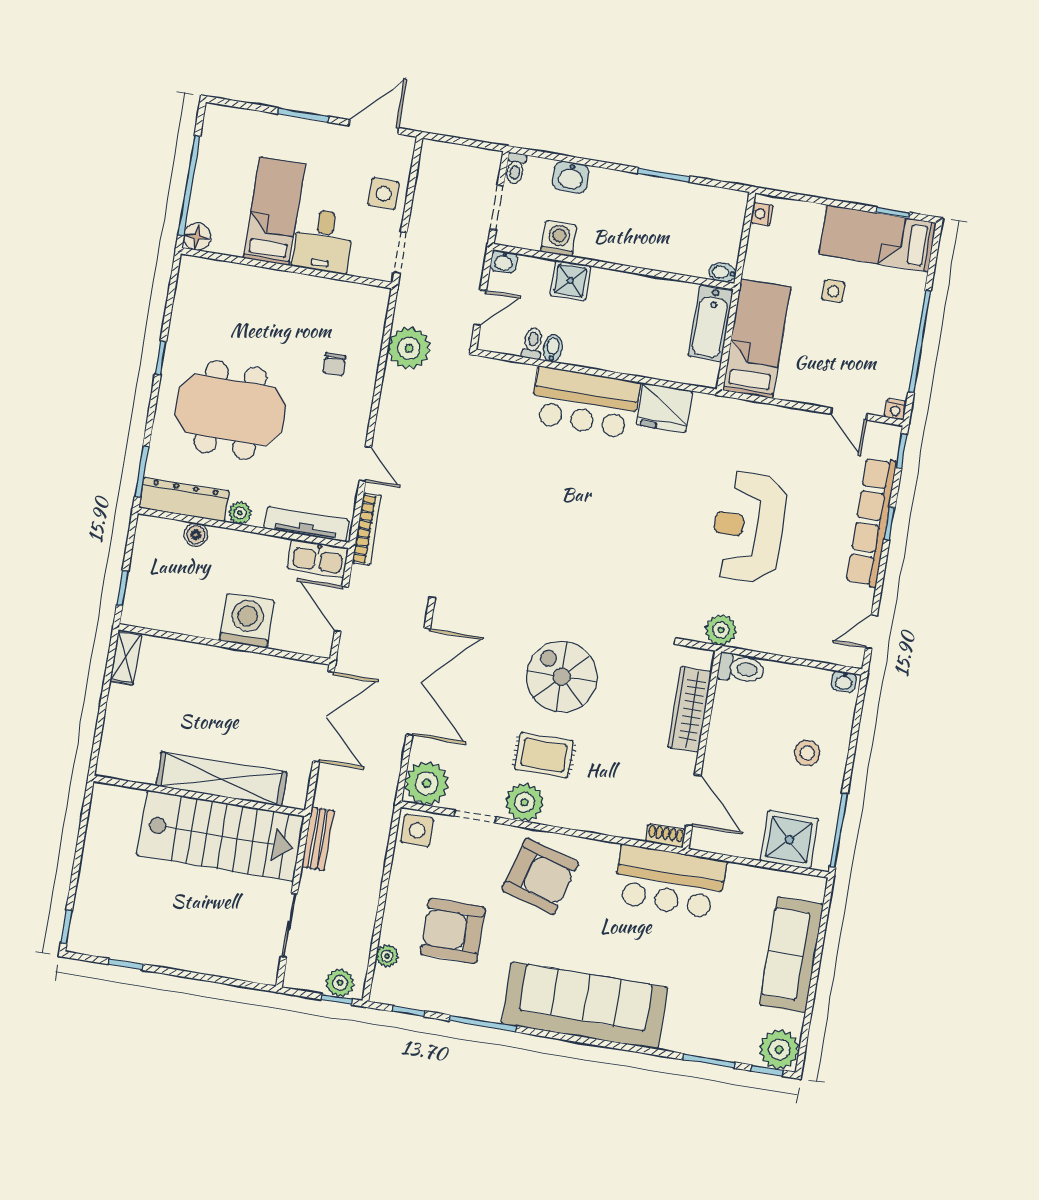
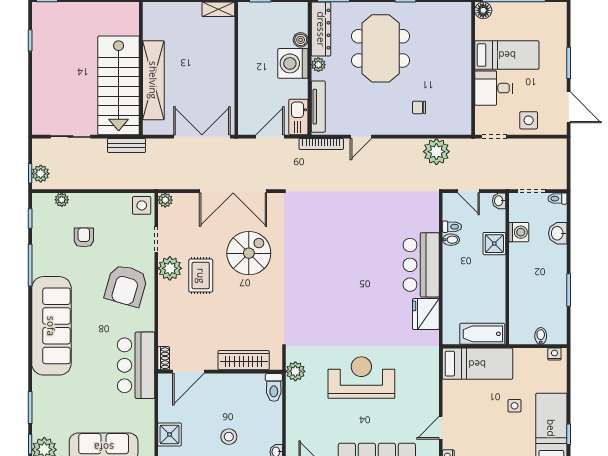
bidet: (723, 272) -> (541, 336), moved
washing machine: (247, 621) -> (293, 63), moved, turned 180
spiral stairs: (562, 677) -> (249, 253), moved
double door: (324, 717) -> (202, 137), swing flipped
plant: (427, 783) -> (165, 200), width x0.53, depth x0.53
shower: (789, 840) -> (170, 434), width x0.73, depth x0.73
armchair: (453, 931) -> (84, 237), width x0.53, depth x0.53

